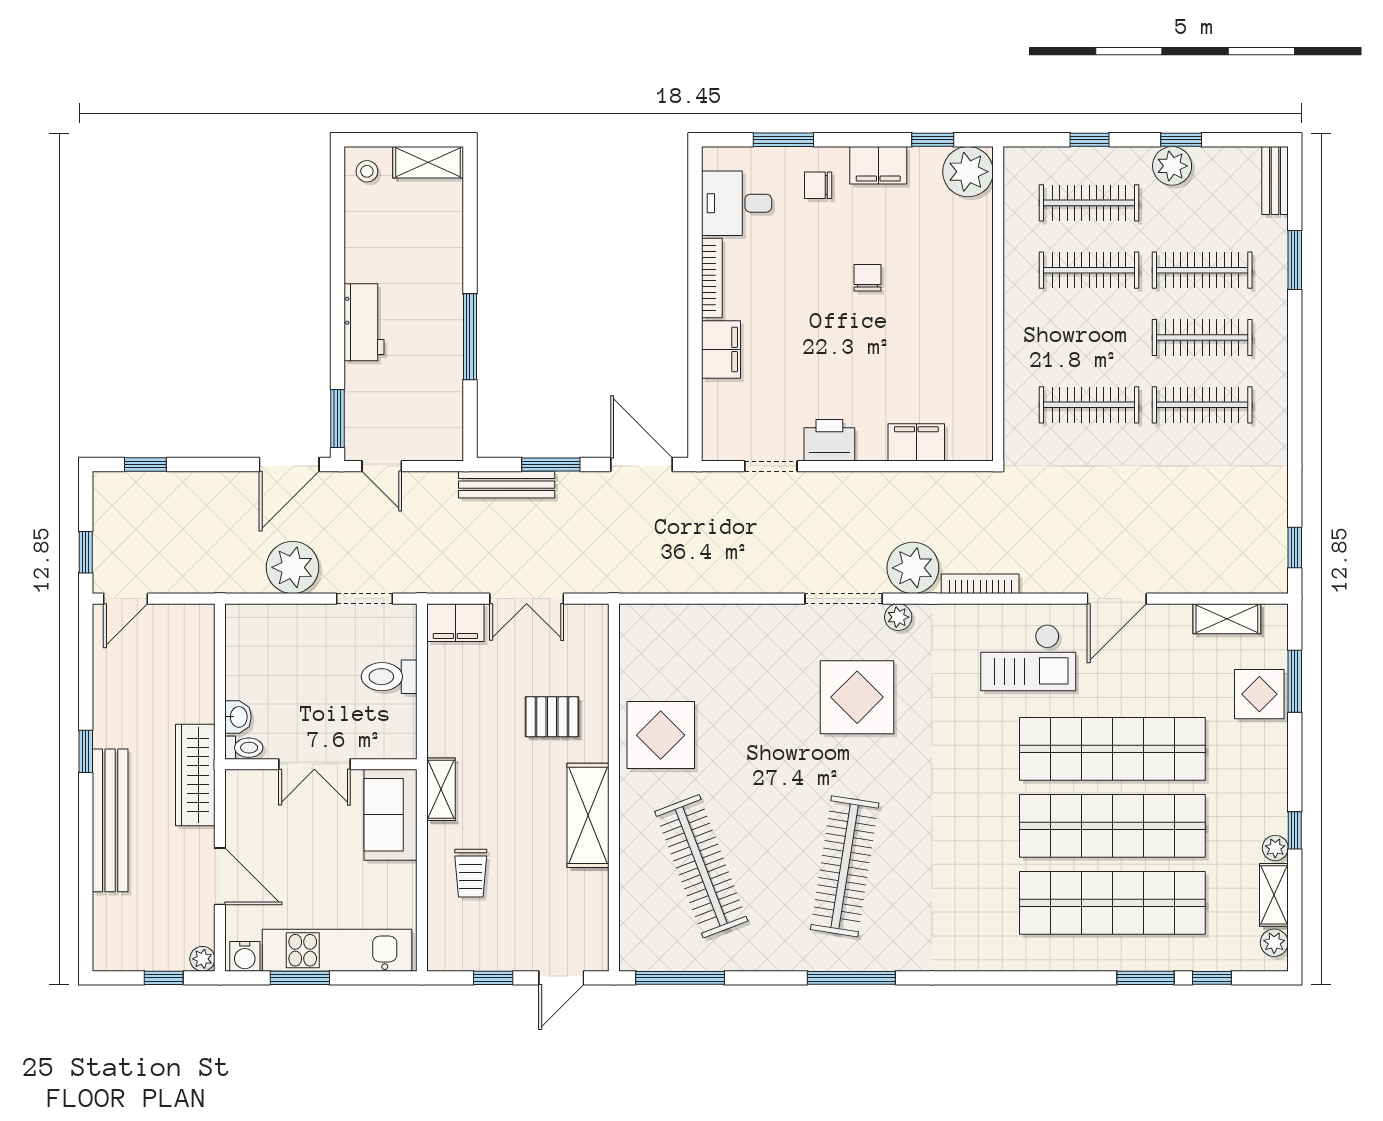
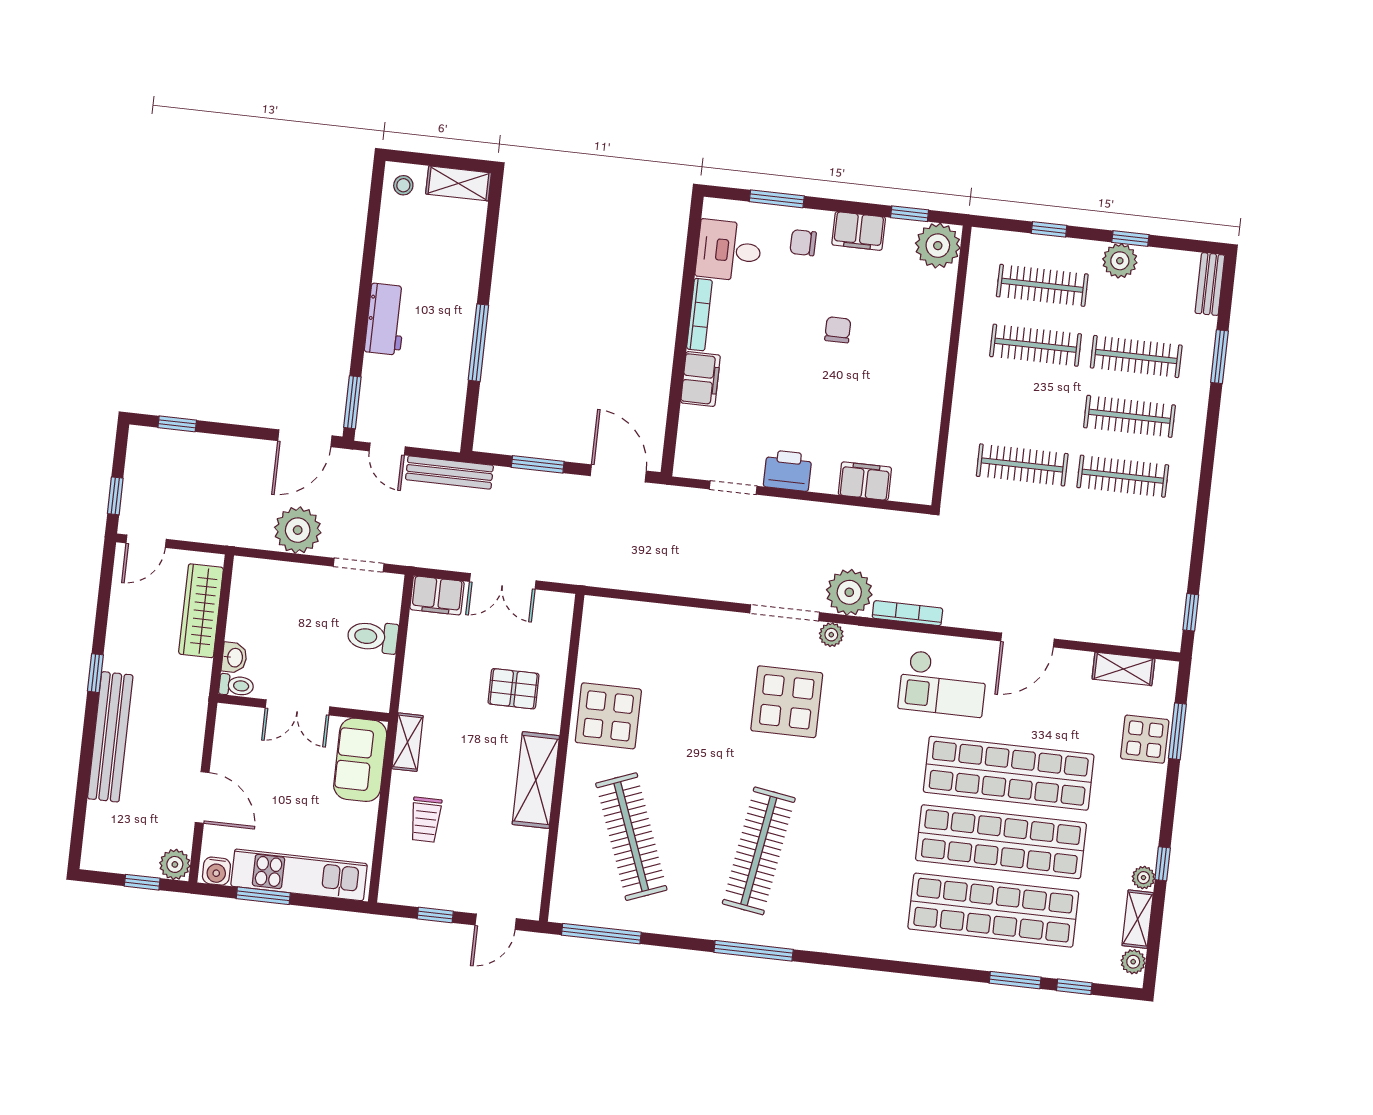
bench: (507, 485) -> (449, 472), moved
wardrobe: (195, 775) -> (201, 611), moved
plant: (202, 959) -> (175, 864), width x1.38, depth x1.38

